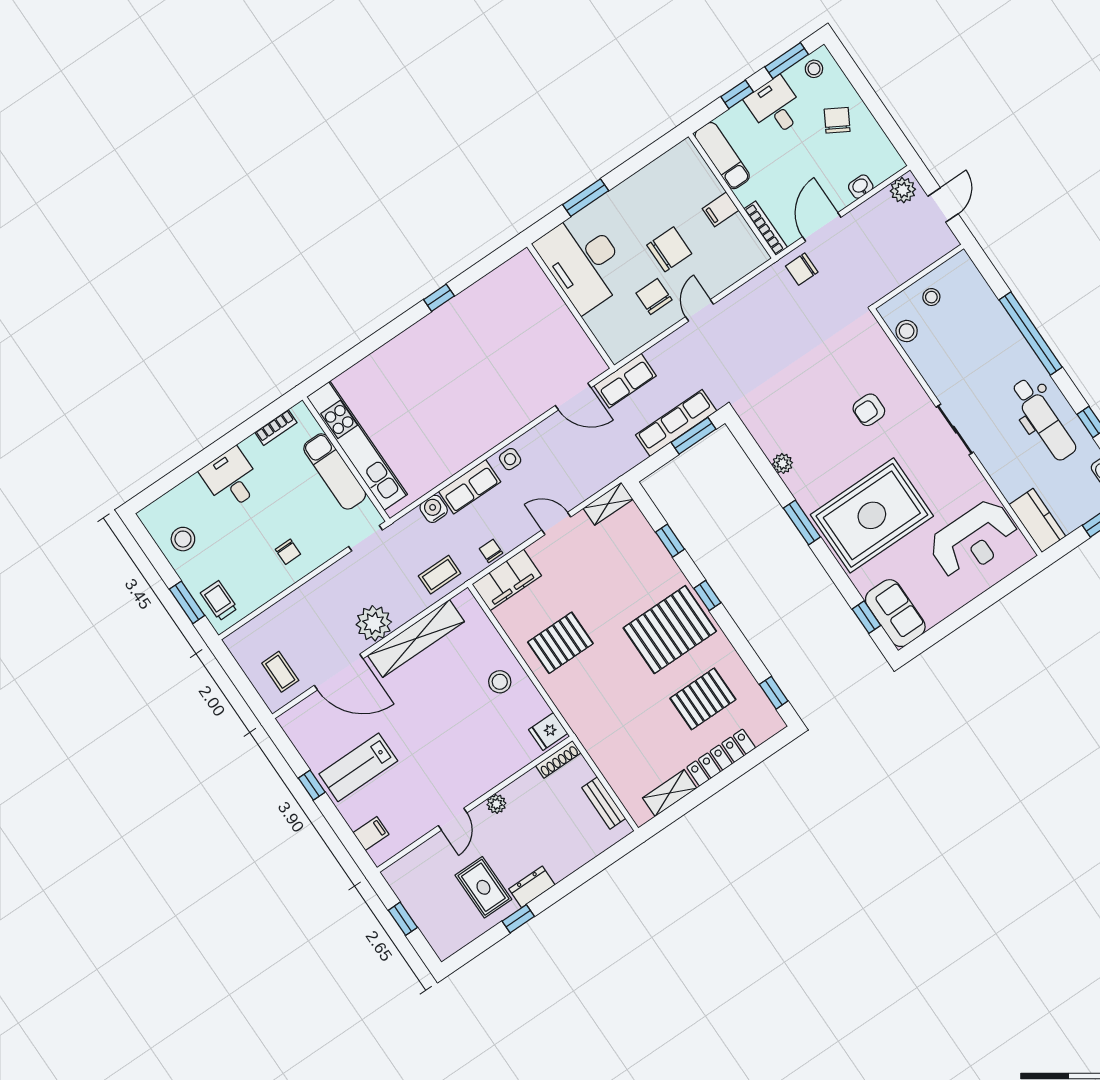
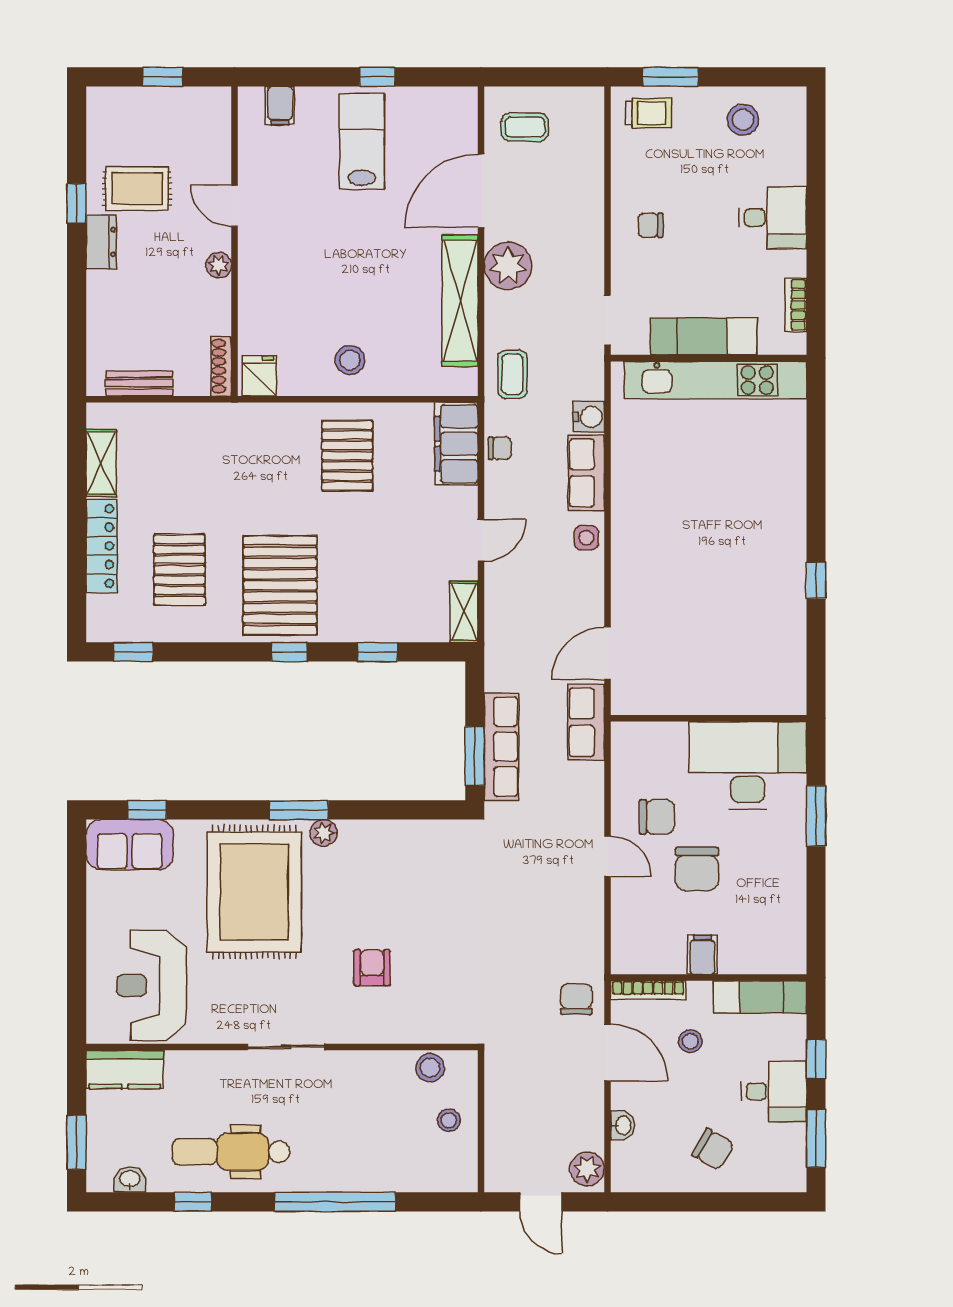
stool: (814, 69) -> (690, 1041), moved
plant: (783, 463) -> (324, 833), moved

